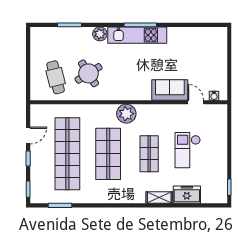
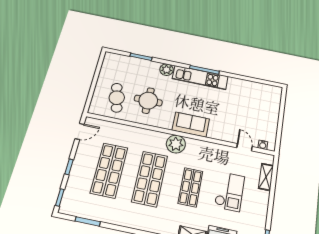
round table: (89, 73) -> (148, 101), turned 32
sofa: (170, 90) -> (191, 125), moved
shelving: (221, 128) -> (266, 177), added
door: (28, 136) -> (80, 131), moved
checkout: (188, 150) -> (230, 192), turned 180
shop shelf: (67, 154) -> (109, 170), width x0.71

